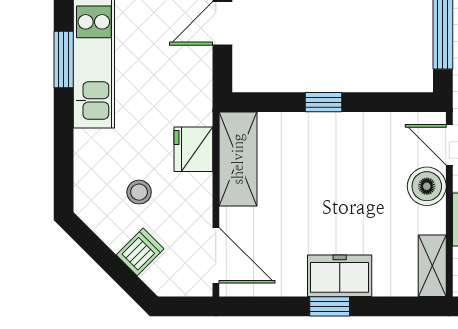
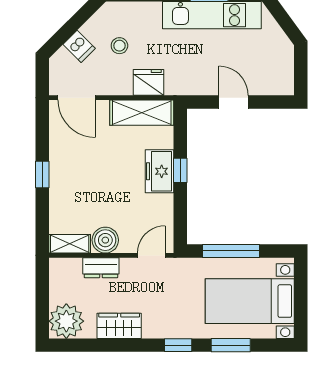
boiler: (427, 186) -> (105, 240), moved
door: (216, 255) -> (77, 98), hinge flipped
freezer: (340, 276) -> (160, 171), moved, turned 180

